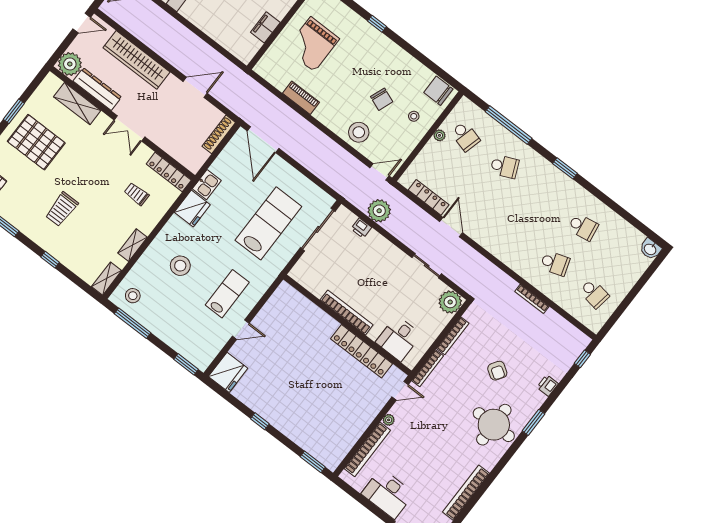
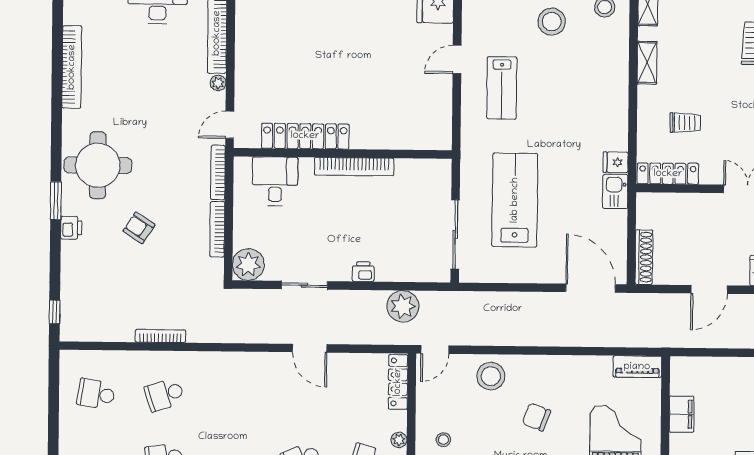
piano: (301, 98) -> (637, 367), moved
chair: (382, 99) -> (536, 417), moved
locker: (429, 197) -> (398, 382), moved, turned 90
fridge: (192, 209) -> (616, 162), width x0.53, depth x0.75
lab bench: (268, 223) -> (515, 200), turned 180
printer: (361, 228) -> (363, 272), moved
stool: (180, 266) -> (552, 22), moved
printer: (548, 386) -> (71, 228), moved

